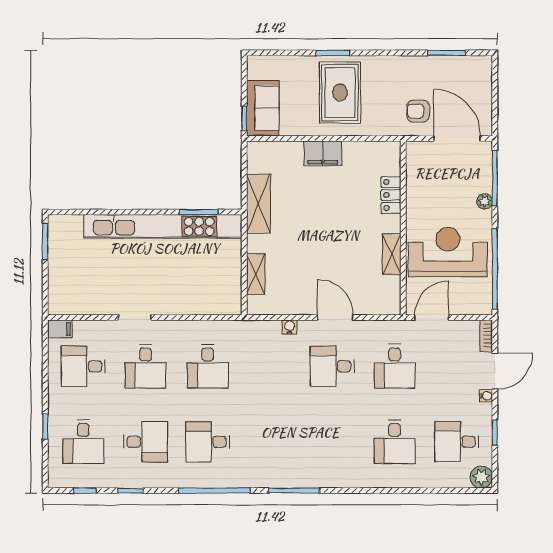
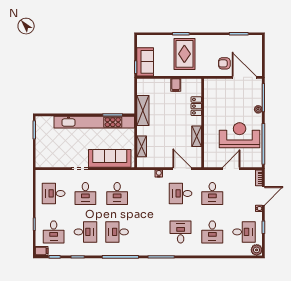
filing cabinet: (323, 153) -> (176, 85), width x0.50
locker: (391, 195) -> (196, 106), moved
wall: (403, 228) -> (203, 123), moved
shelving: (392, 254) -> (197, 136), moved
sofa: (193, 297) -> (110, 158), added
filing cabinet: (60, 329) -> (42, 251), moved
desk: (332, 442) -> (181, 232), added
desk: (457, 442) -> (244, 232), turned 180

